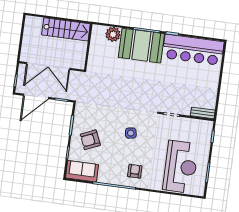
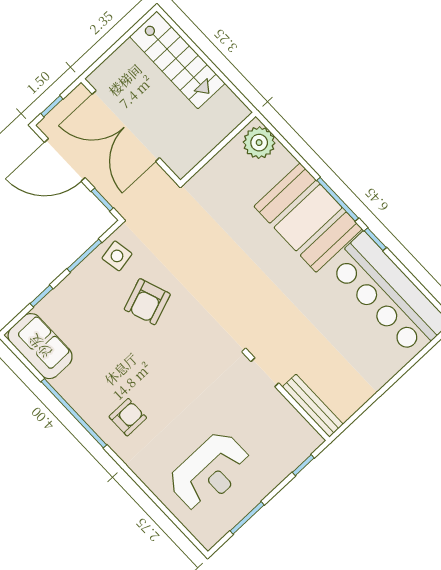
stairs: (66, 29) -> (177, 60), moved
plant: (113, 34) -> (259, 143), moved
bench: (203, 113) -> (313, 406), width x1.36
side table: (131, 133) -> (117, 256), moved
armchair: (90, 140) -> (147, 302), moved, turned -87
reception desk: (181, 167) -> (210, 472), width x0.74, depth x0.77

